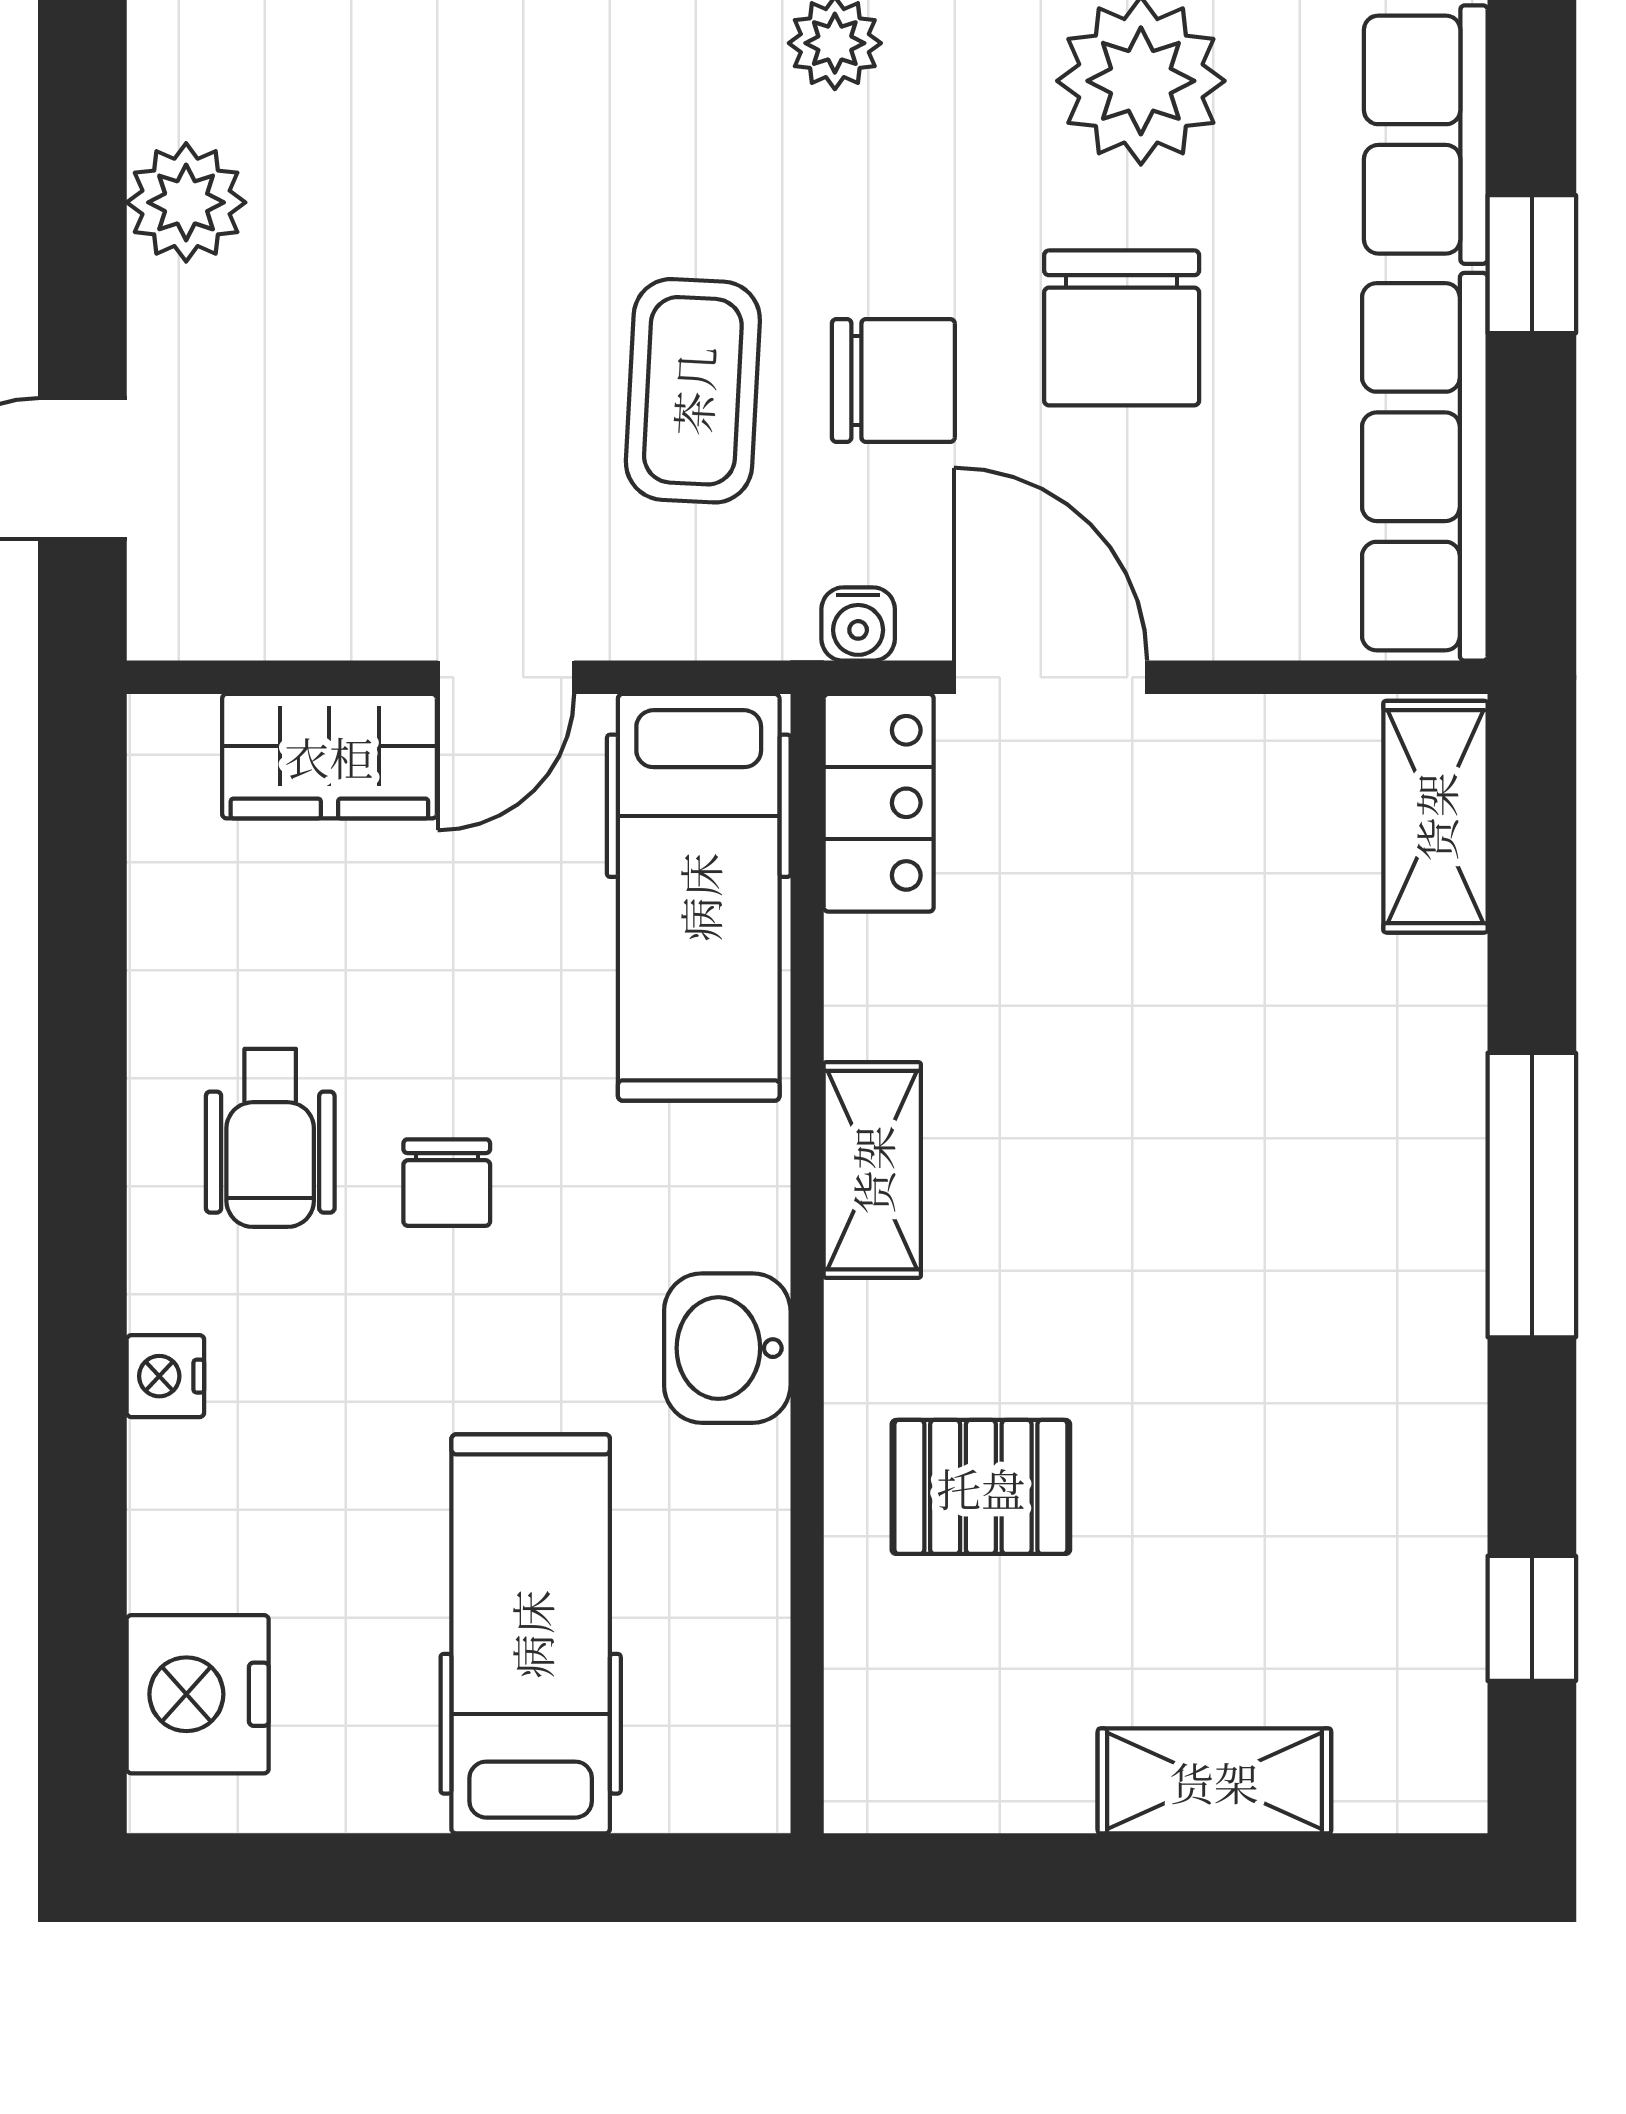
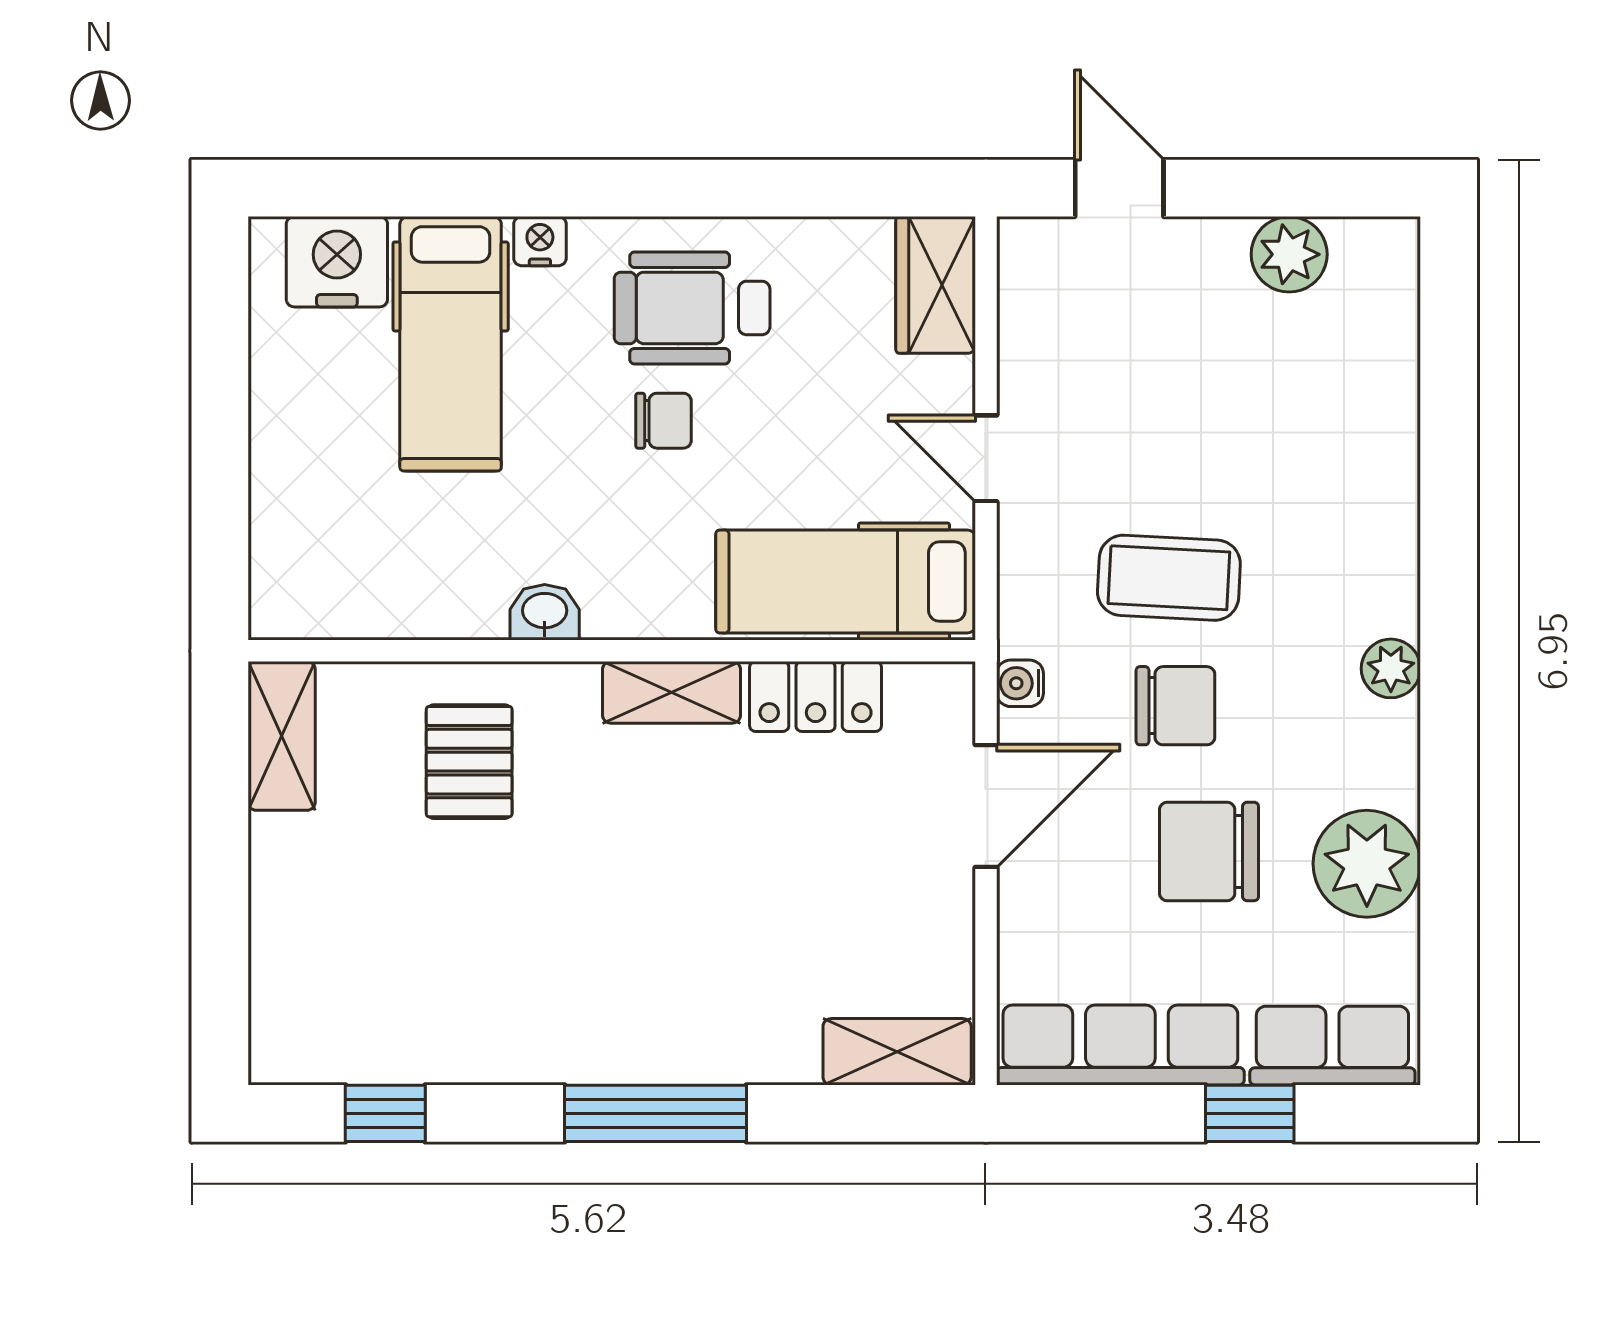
chair: (893, 380) -> (1175, 706), turned -90
wardrobe: (329, 756) -> (936, 285), moved
locker: (879, 803) -> (816, 696), moved
wheelchair: (270, 1138) -> (692, 308), width x1.36, depth x1.37
chair: (447, 1183) -> (663, 421), turned 180
washbasin: (727, 1348) -> (545, 612), width x0.72, depth x0.69
hospital bed: (531, 1634) -> (451, 344), moved, turned 90
shelving: (1214, 1781) -> (282, 736), moved

